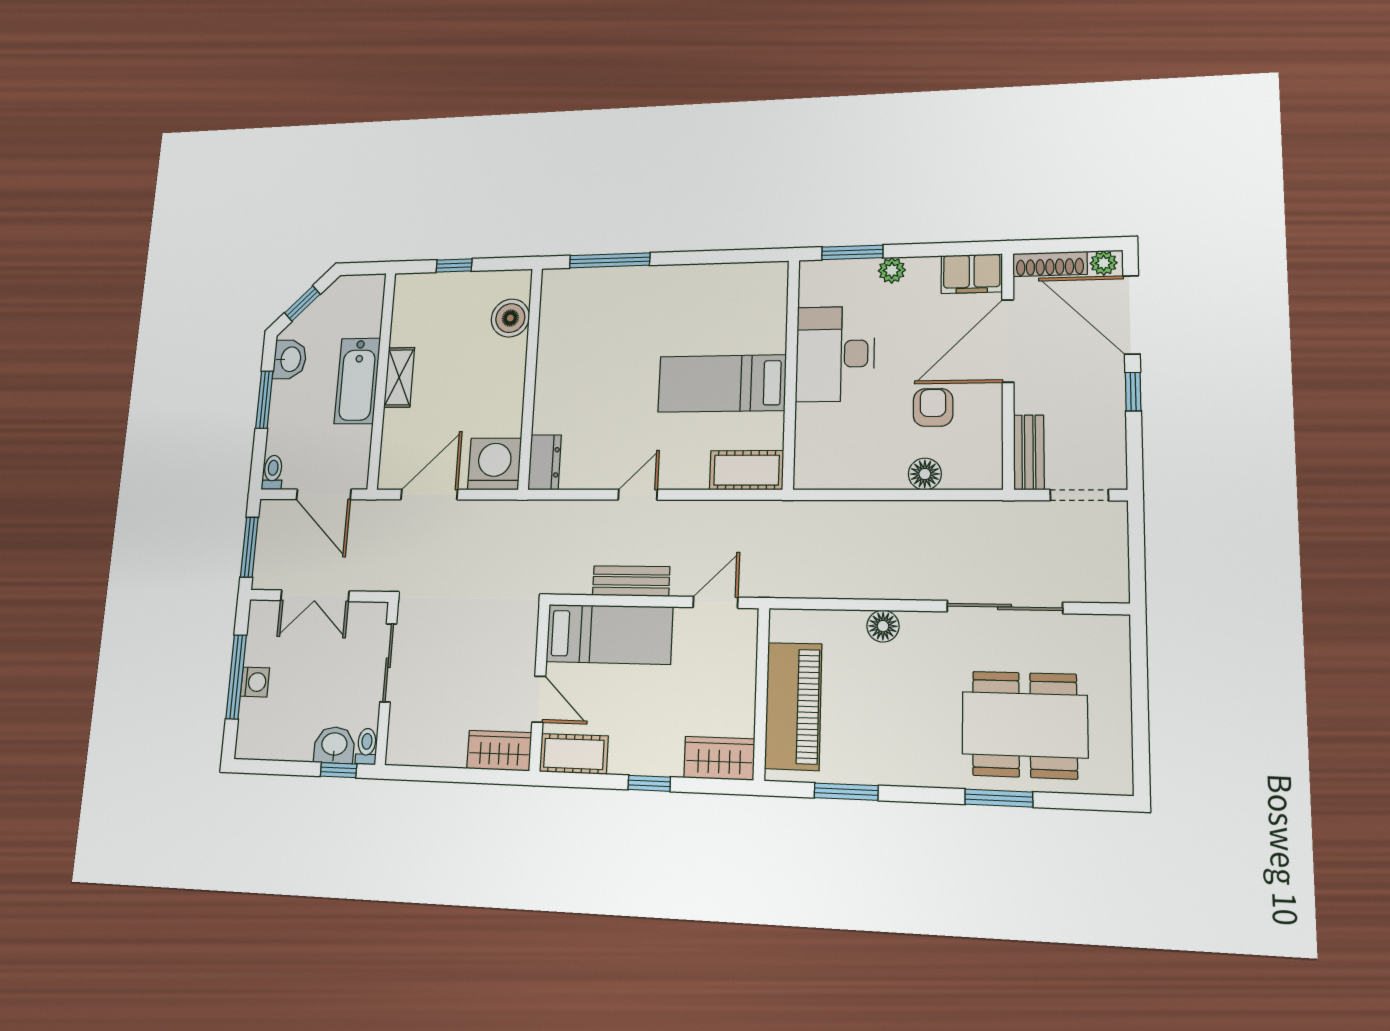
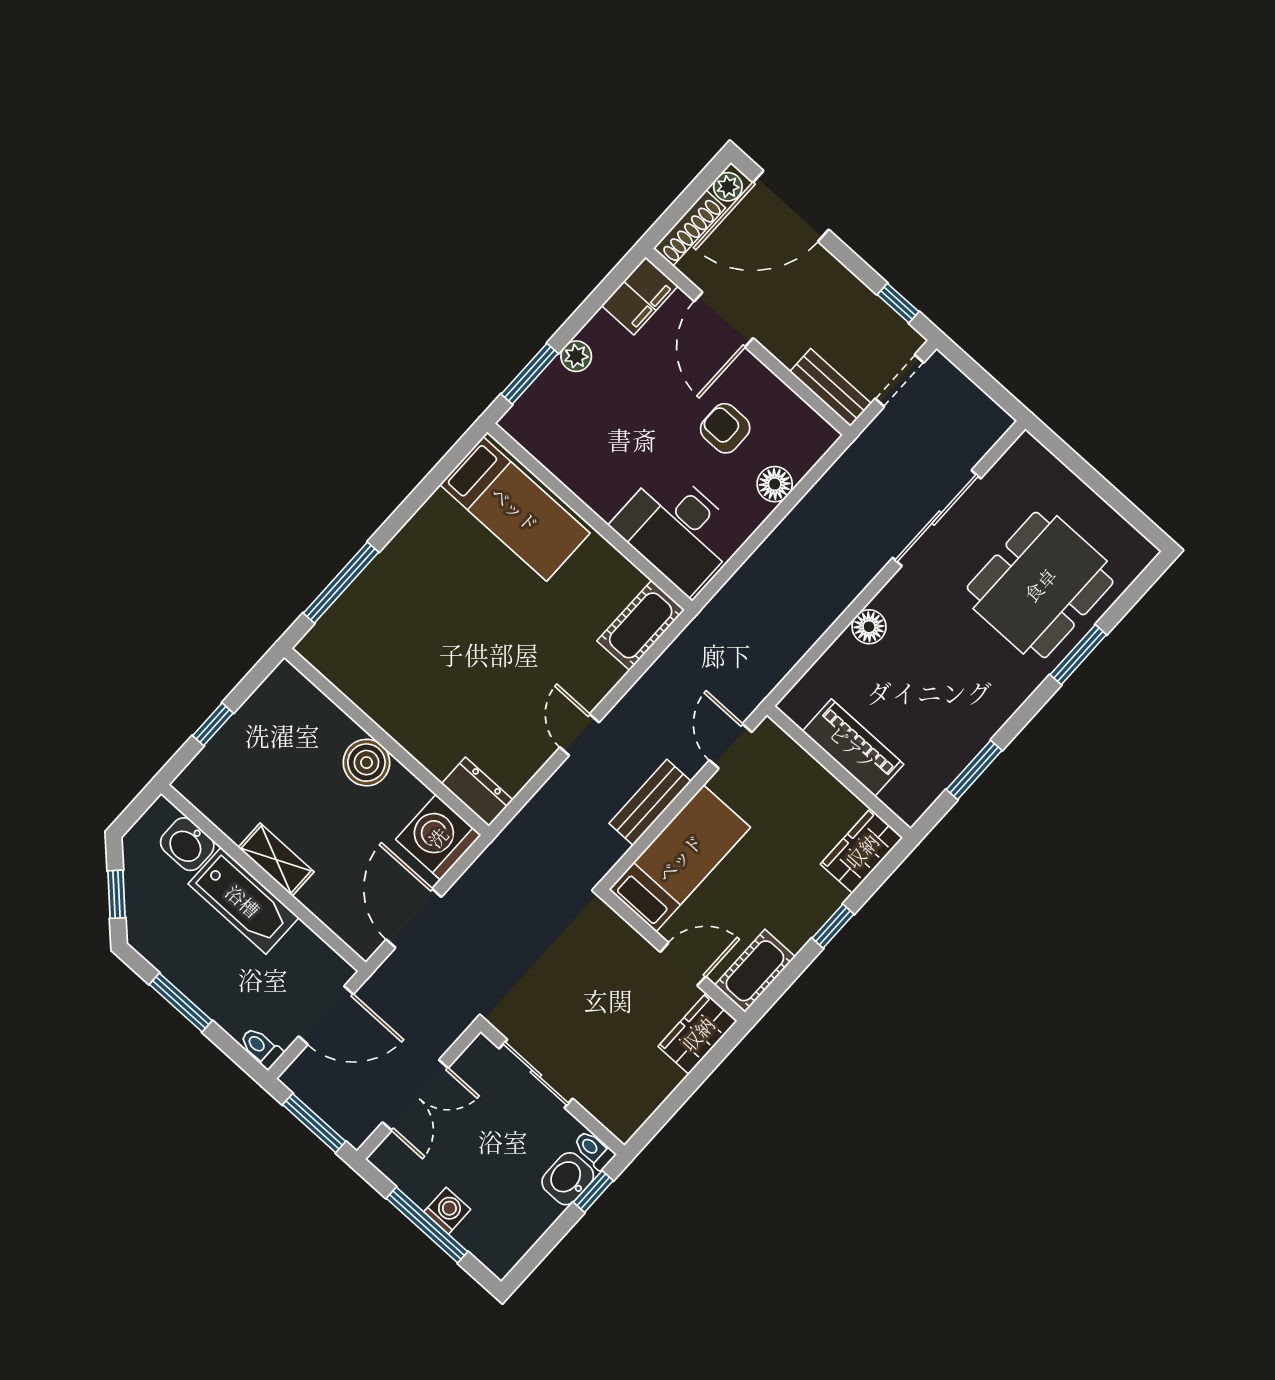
boiler: (510, 318) -> (366, 763), moved
door: (1008, 341) -> (724, 320), width x0.73
desk: (835, 354) -> (677, 530), moved
washbasin: (290, 359) -> (187, 844), moved, turned 180
bed: (722, 383) -> (515, 509), moved, turned -90
window: (1133, 392) -> (898, 303), moved
piano: (793, 706) -> (853, 748), width x0.73, depth x0.75

